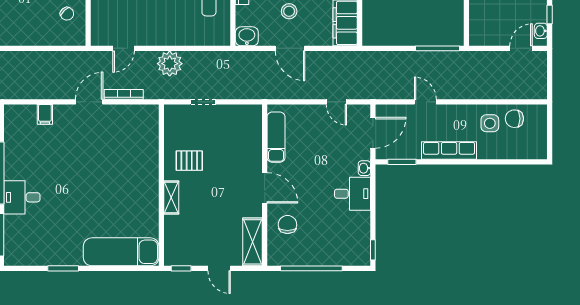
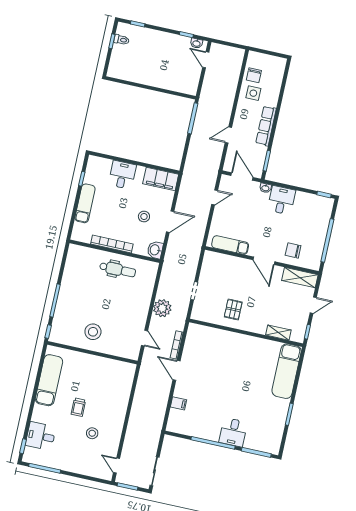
chair: (67, 14) -> (111, 372), removed
door: (265, 188) -> (264, 261), swing flipped
shelving: (171, 198) -> (278, 333), moved

